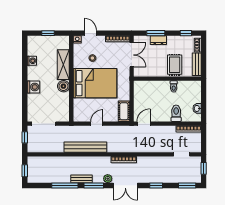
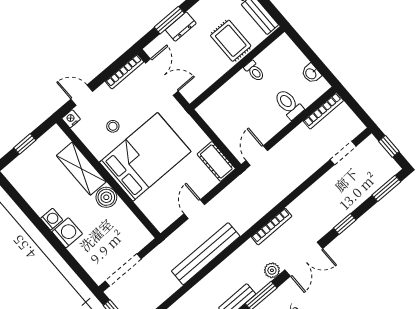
washing machine: (32, 61) -> (52, 219), moved

